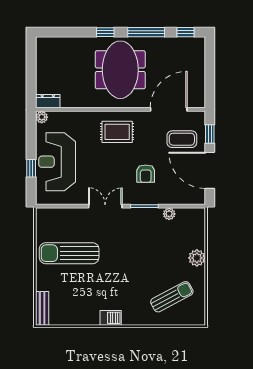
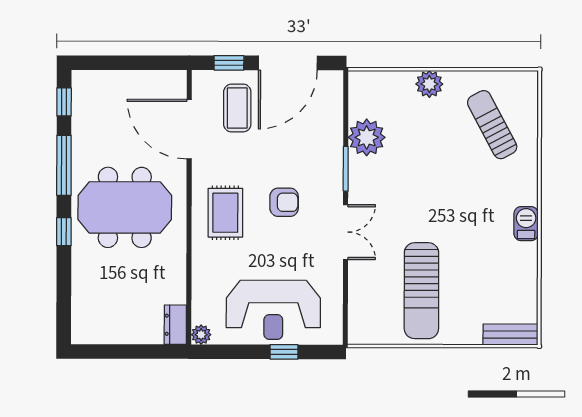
armchair: (146, 174) -> (284, 202), moved
double door: (105, 206) -> (346, 232), swing flipped
plant: (169, 214) -> (367, 137), width x1.88, depth x1.88

